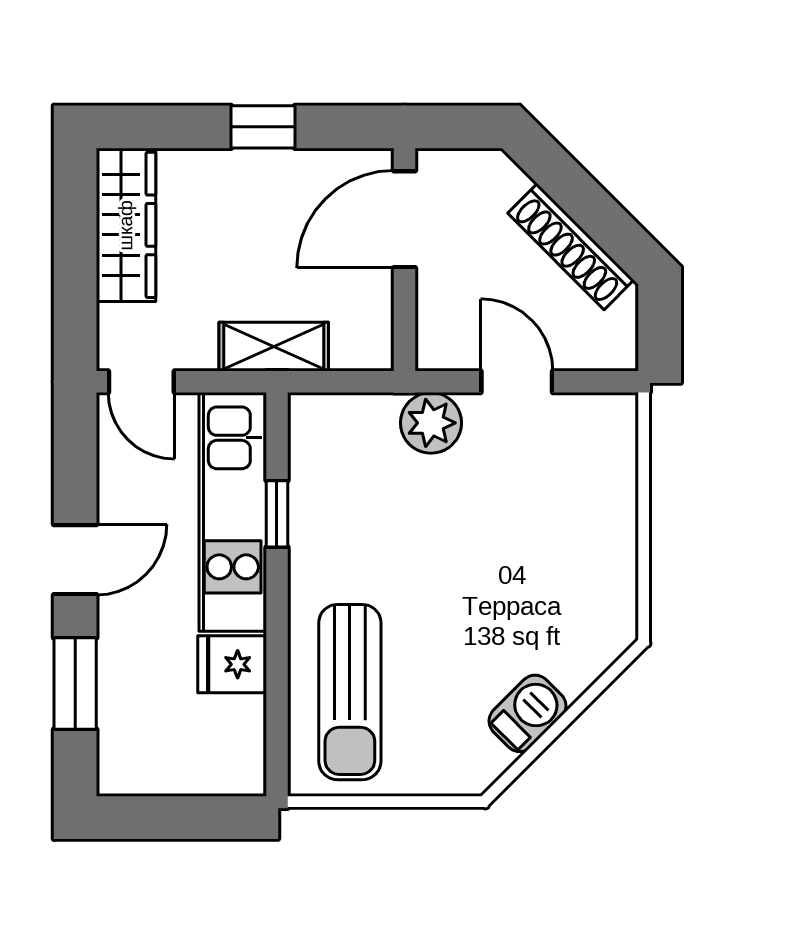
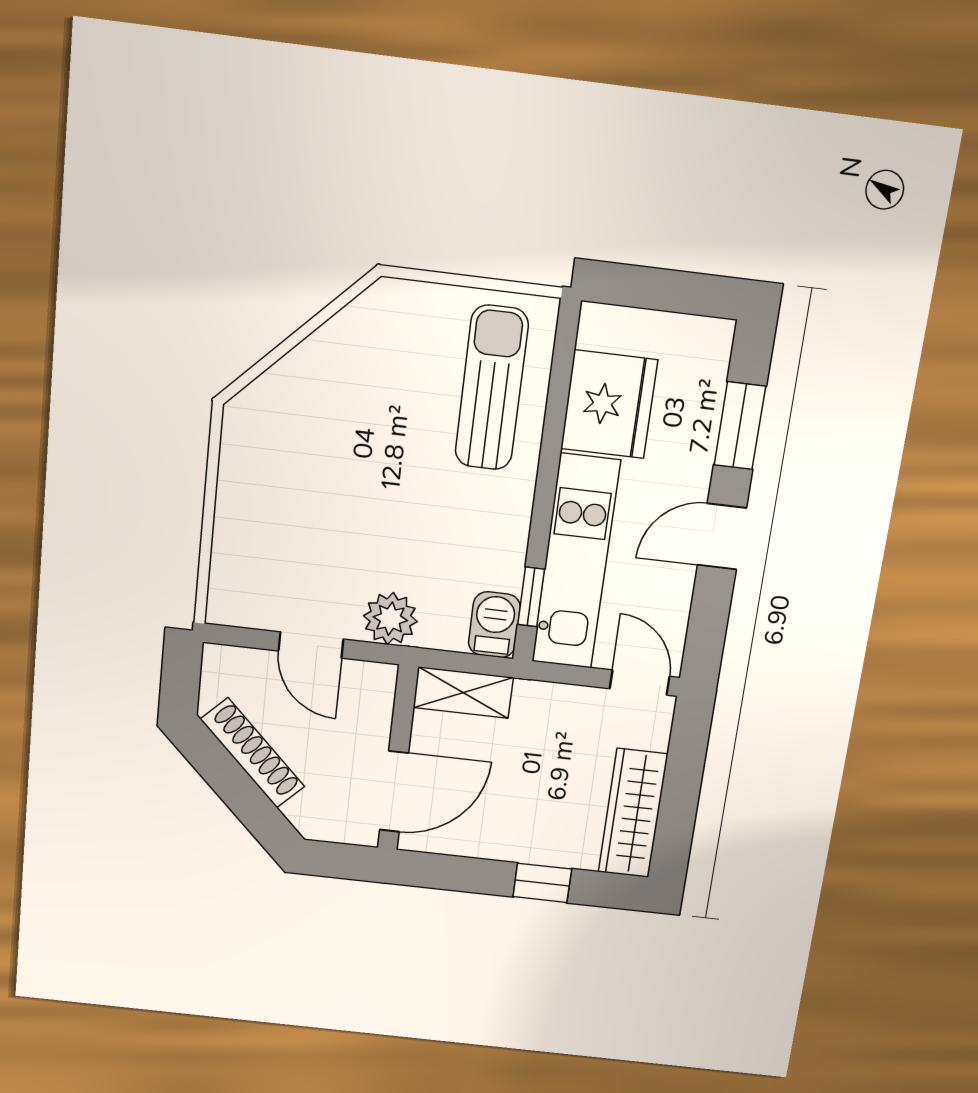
window: (263, 127) -> (542, 883), moved
shelving: (274, 347) -> (463, 692), moved
window: (277, 514) -> (531, 597), moved
fridge: (232, 664) -> (609, 404), width x1.88, depth x1.34
barbecue: (527, 713) -> (494, 625), moved, turned 135

